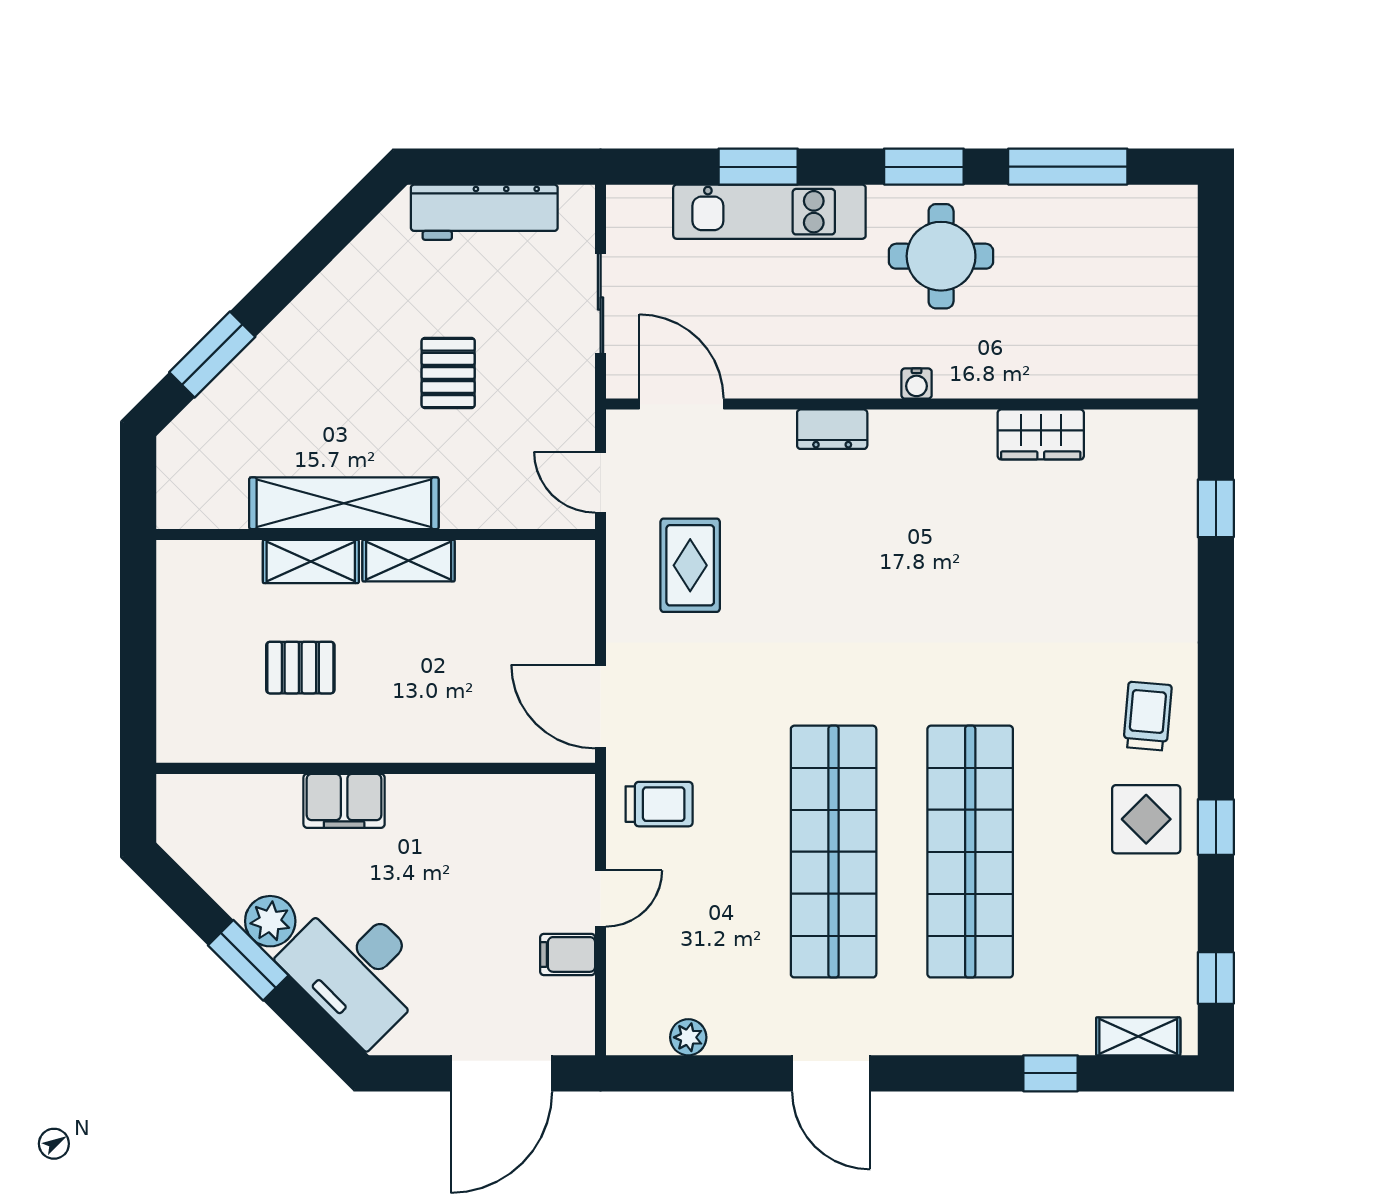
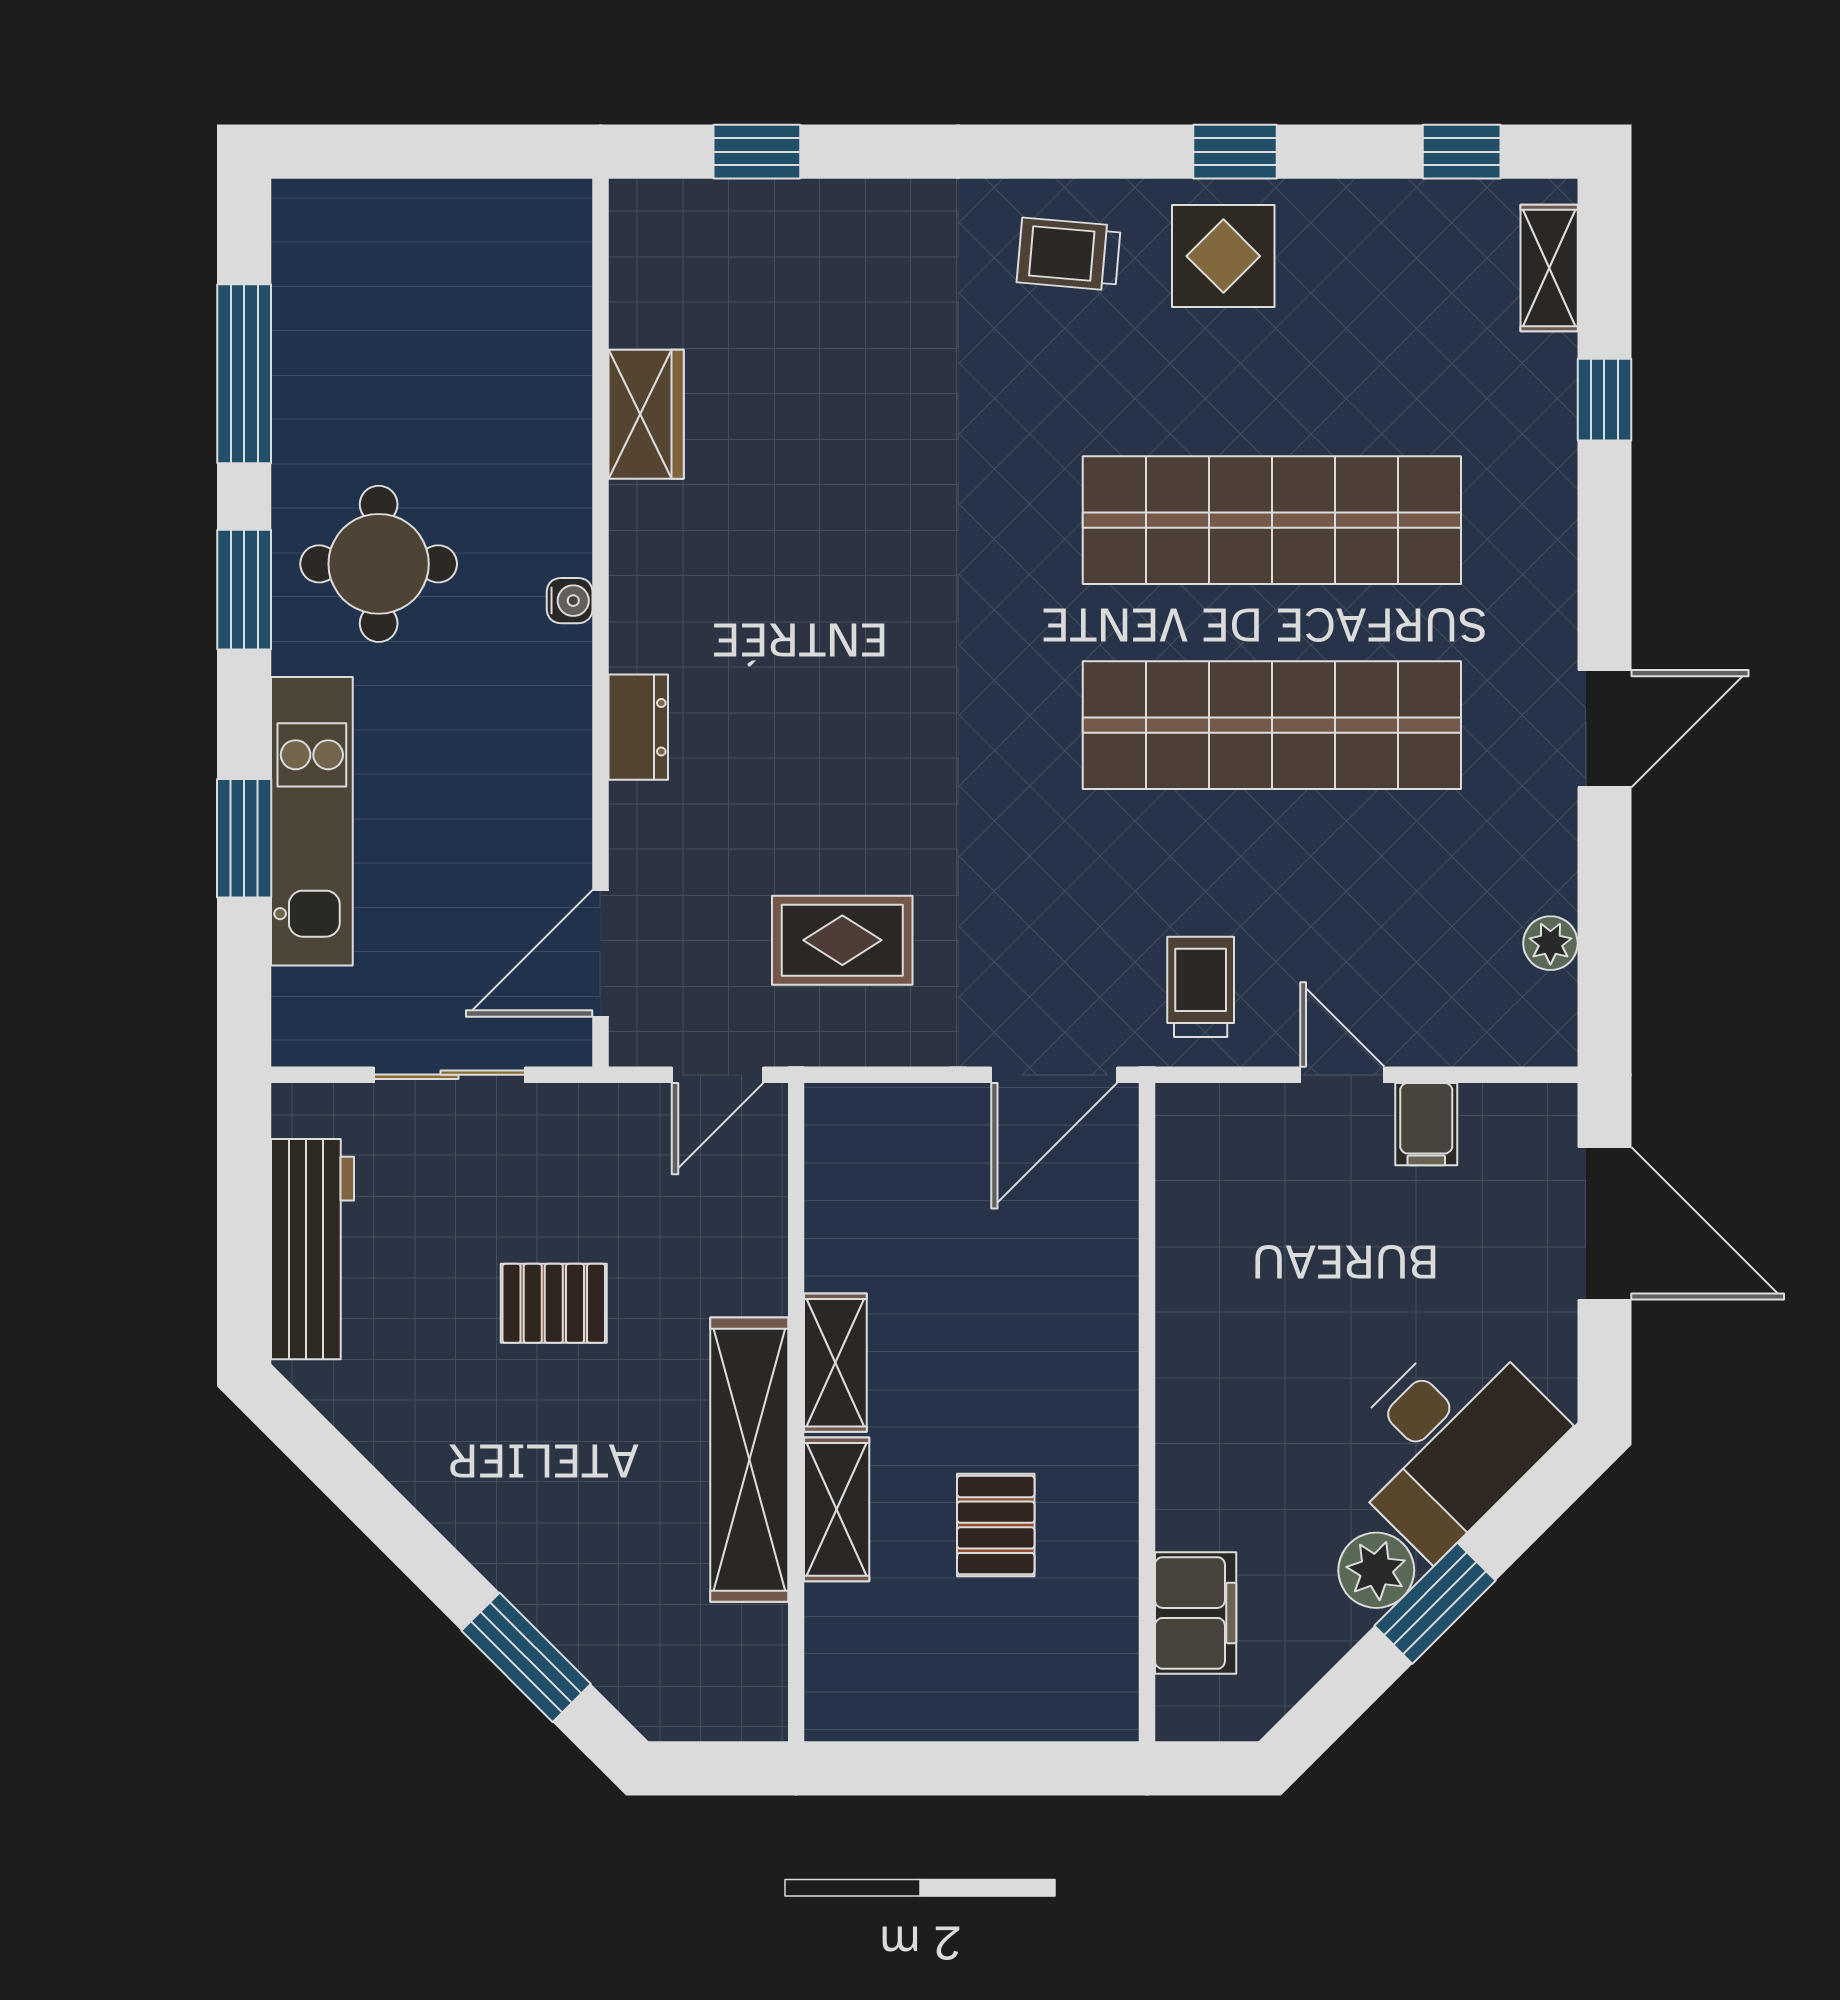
filing cabinet: (344, 801) -> (1196, 1613), moved

